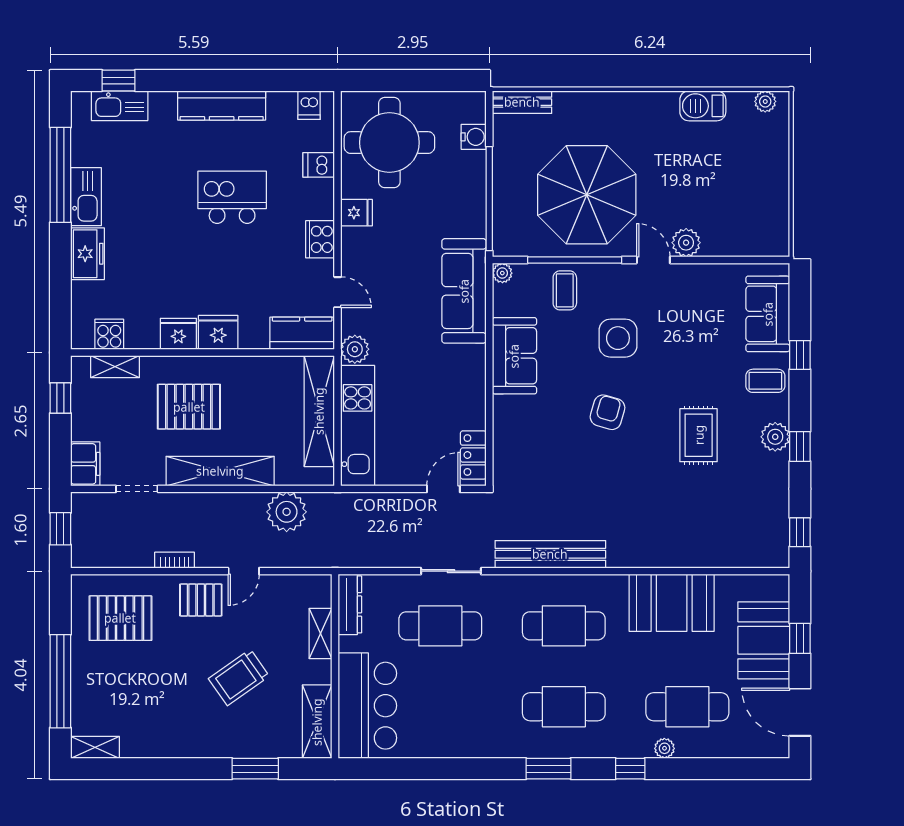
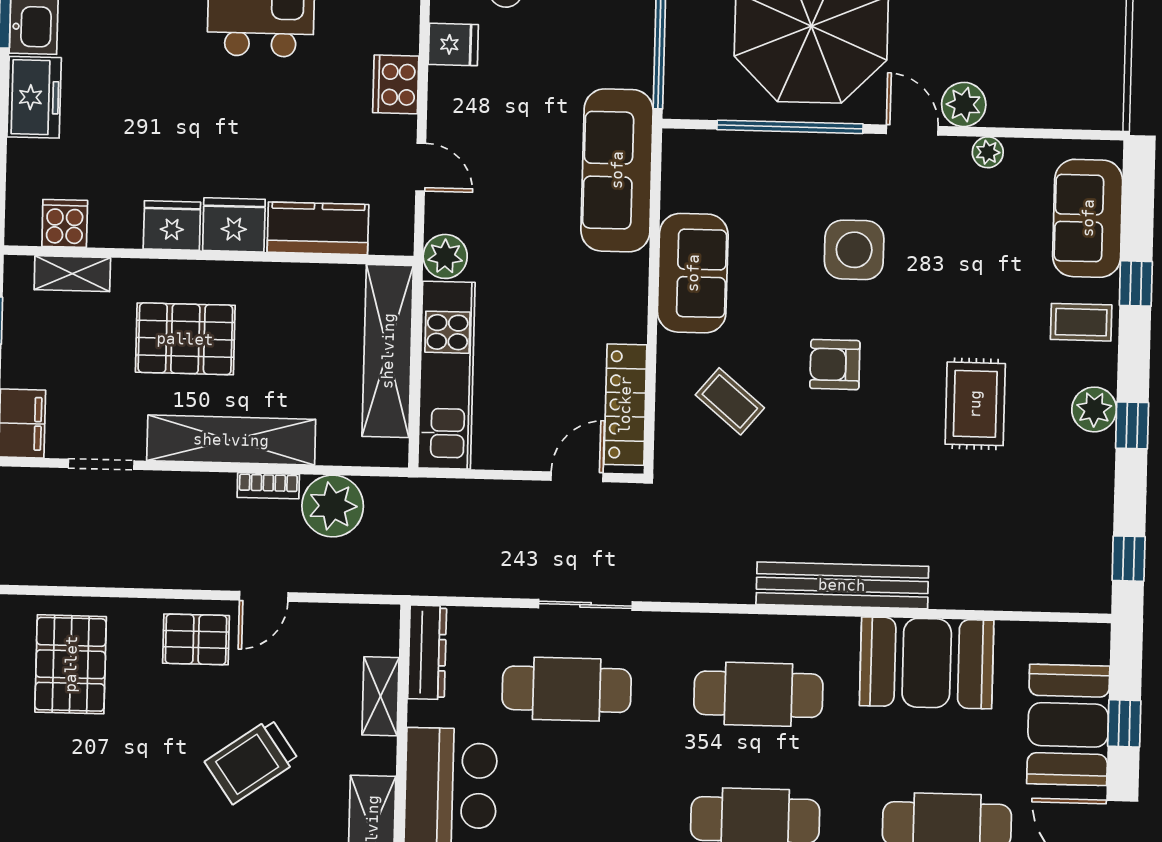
plant: (502, 273) -> (988, 152), moved
coffee table: (565, 290) -> (730, 401), moved, turned -50
kitchen counter: (302, 333) -> (318, 228), moved
armchair: (608, 412) -> (835, 365), turned -106
locker: (473, 455) -> (625, 405), width x1.53
bench: (550, 554) -> (842, 585), moved
bookcase: (175, 560) -> (268, 486), moved, turned 180
pallet: (120, 618) -> (71, 664), turned 90

